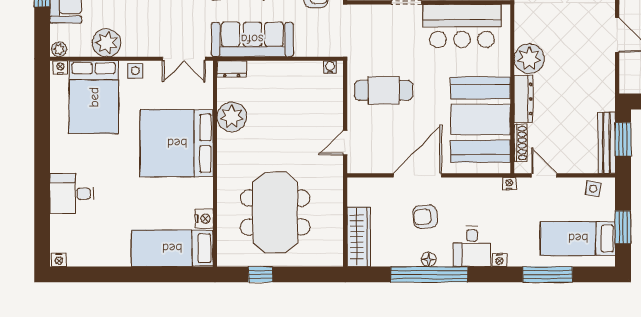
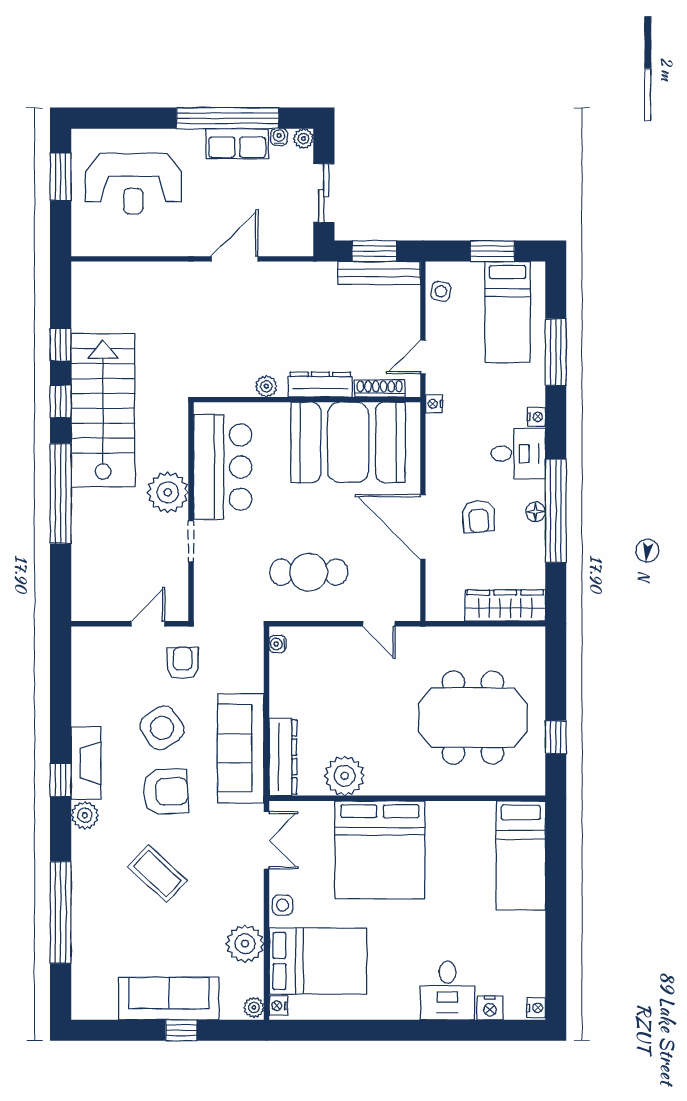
plant: (529, 59) -> (266, 386), width x0.53, depth x0.53
dresser: (232, 69) -> (283, 757), width x1.96, depth x1.24
cafe table: (384, 90) -> (309, 572), turned 90
nightstand: (204, 219) -> (490, 1008), moved, turned 180

